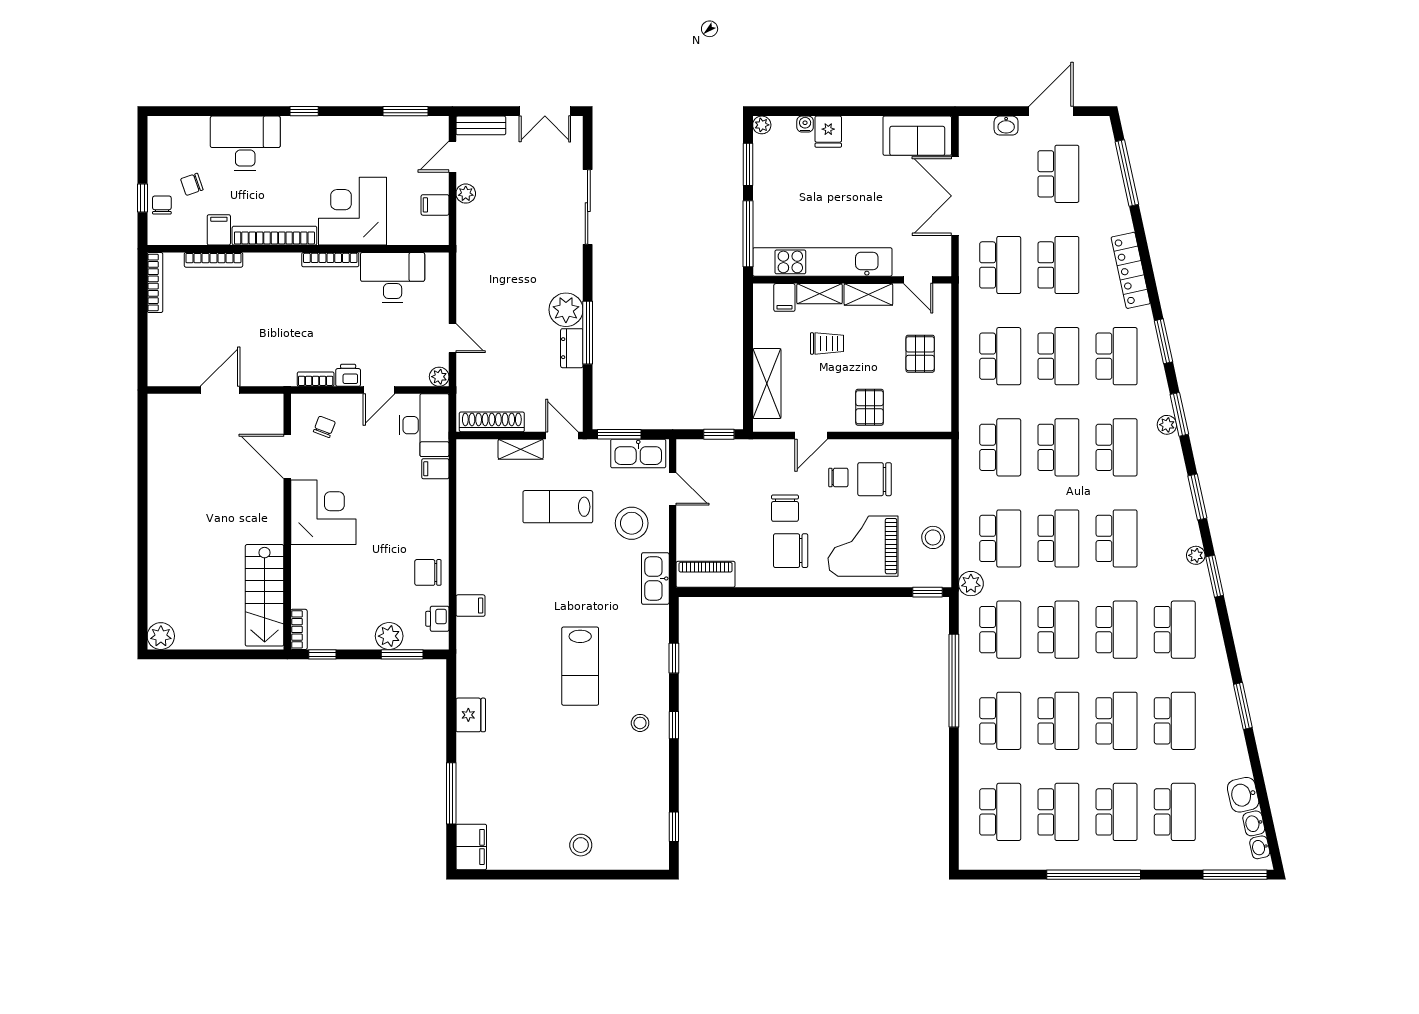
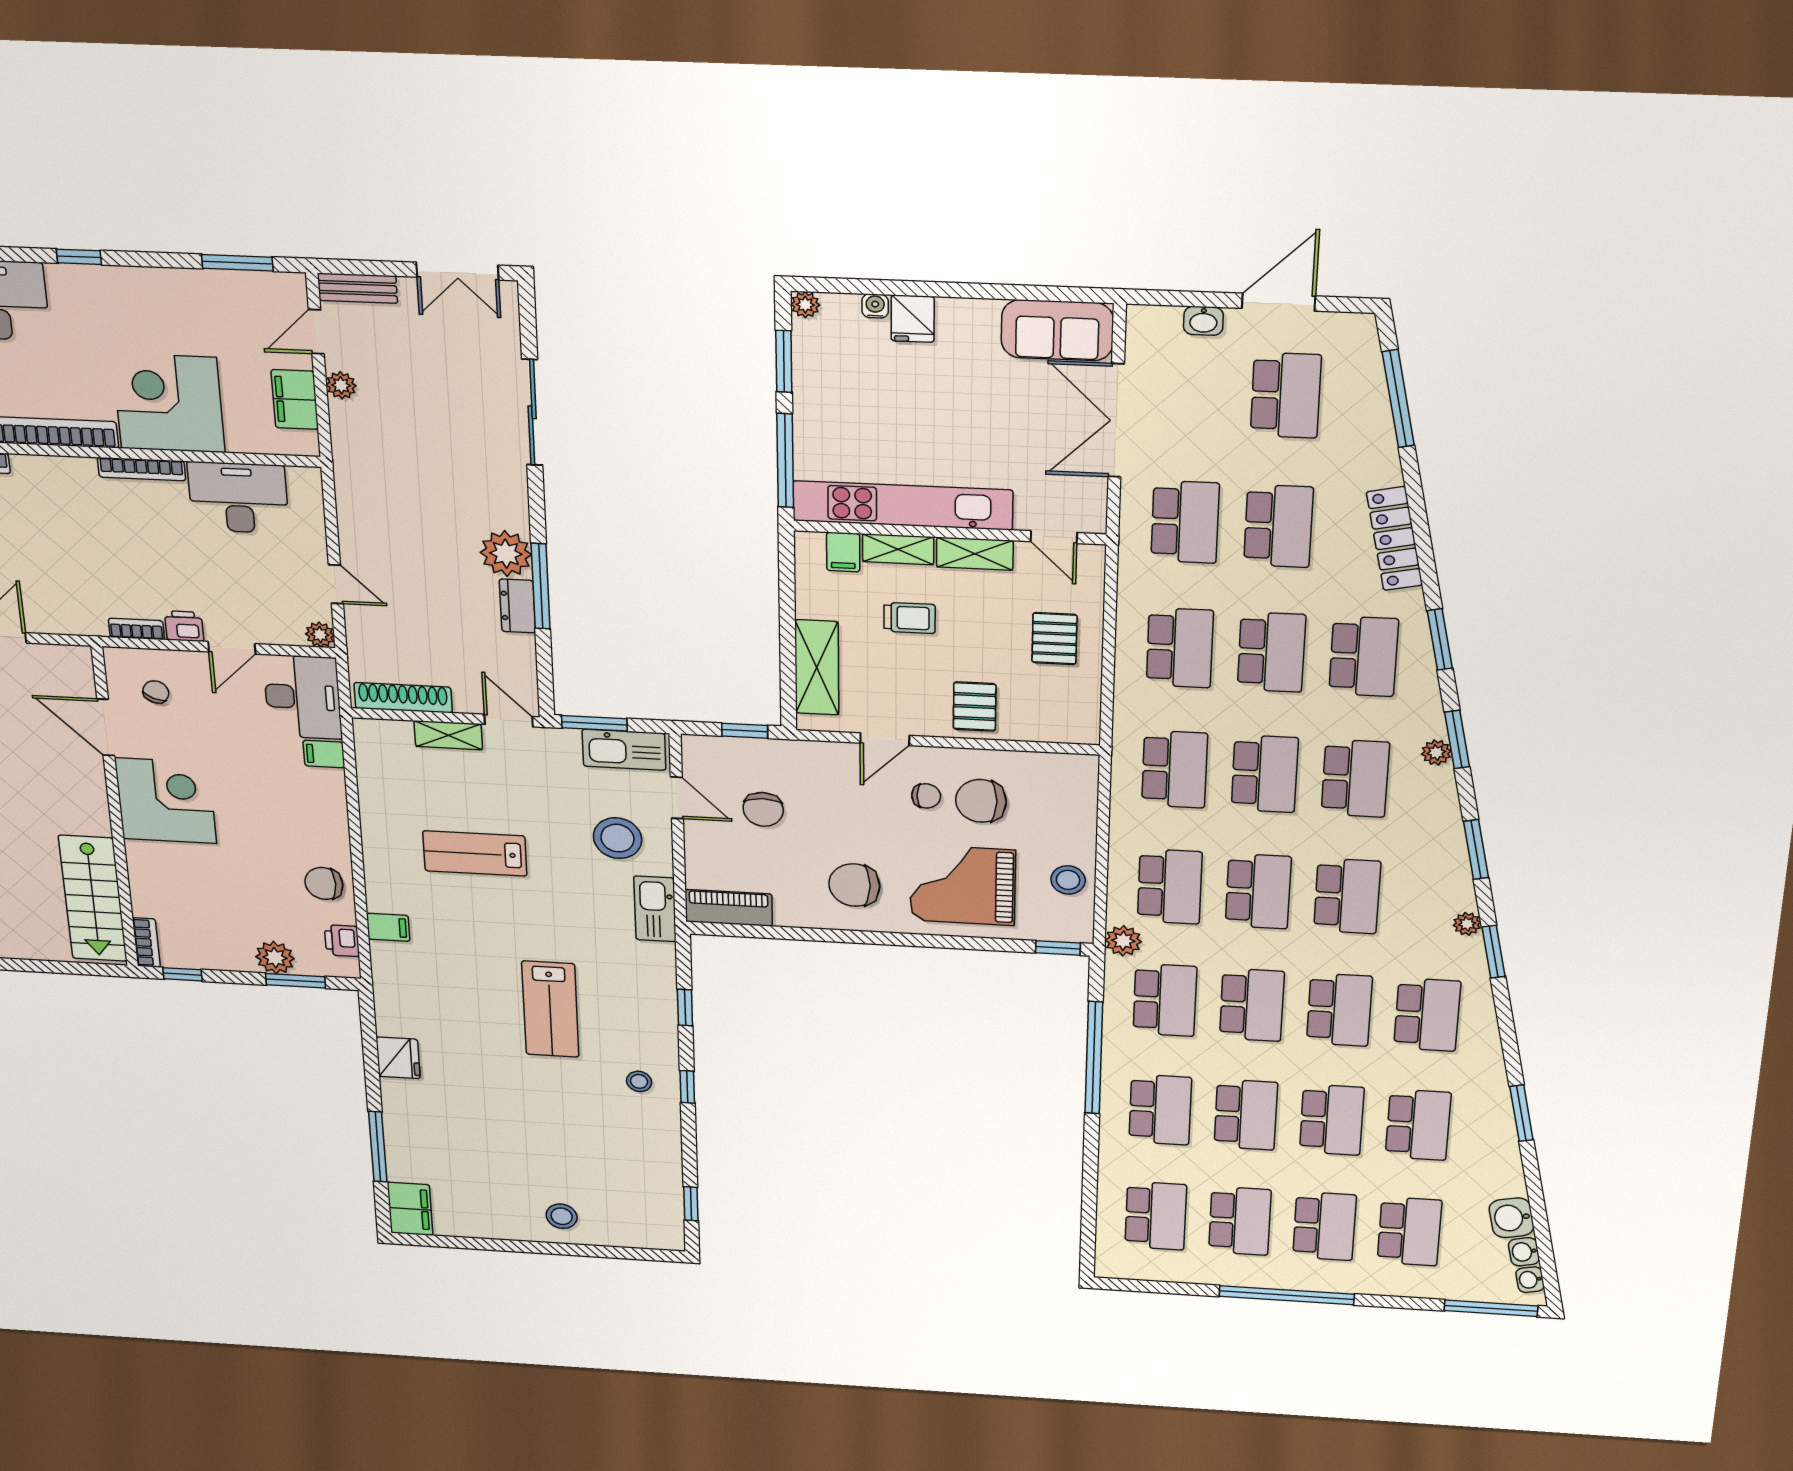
filing cabinet: (435, 205) -> (295, 399), width x2.00
lab bench: (558, 507) -> (475, 853), moved
chair: (785, 508) -> (763, 809), moved

